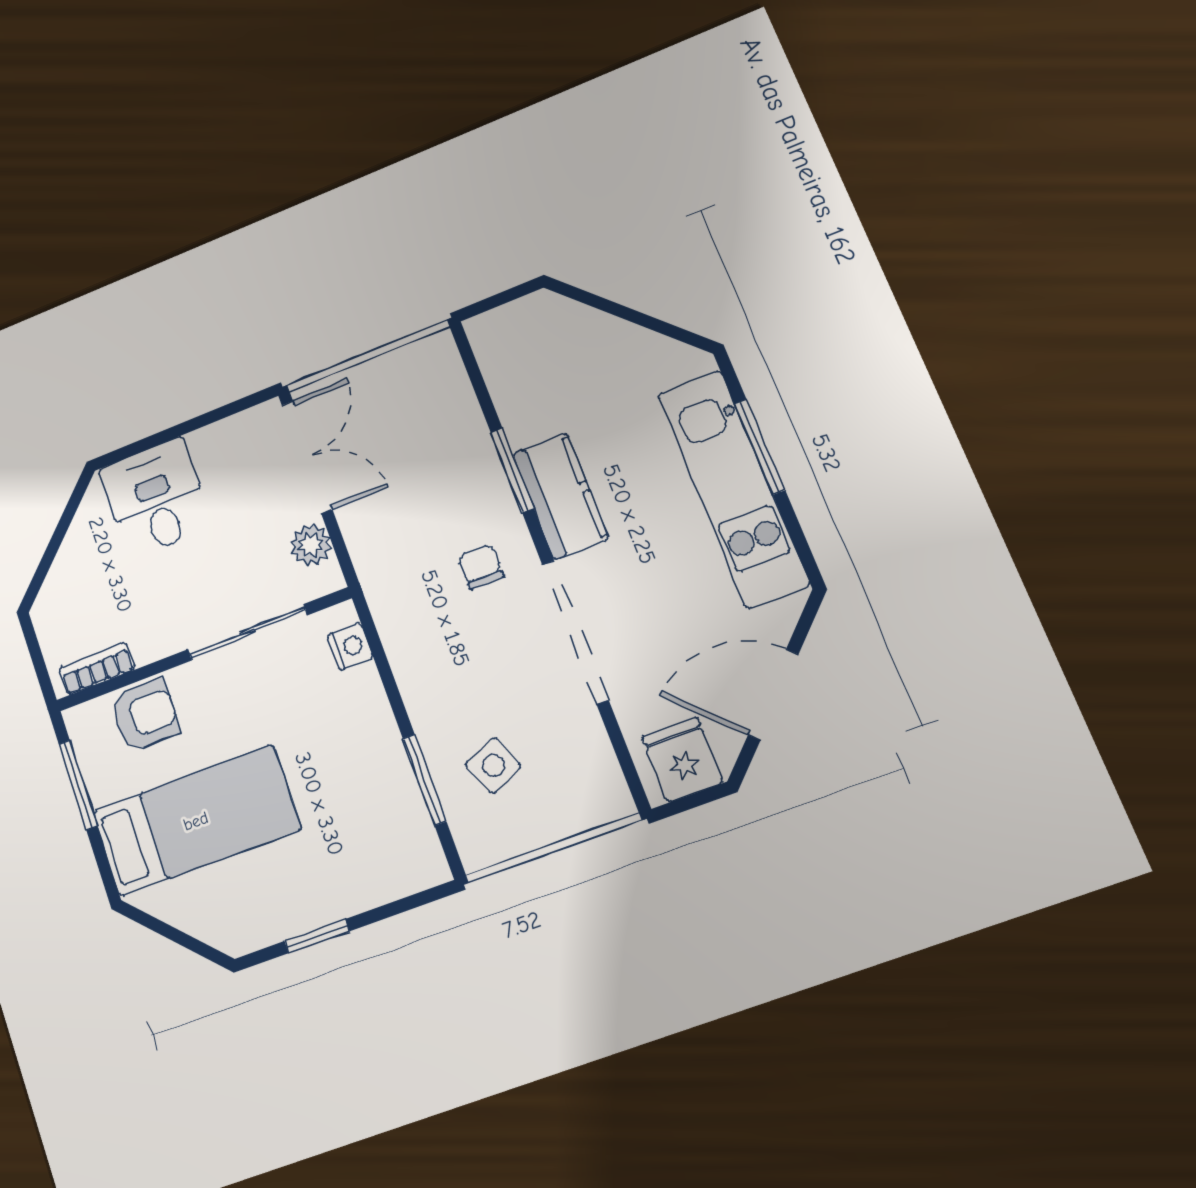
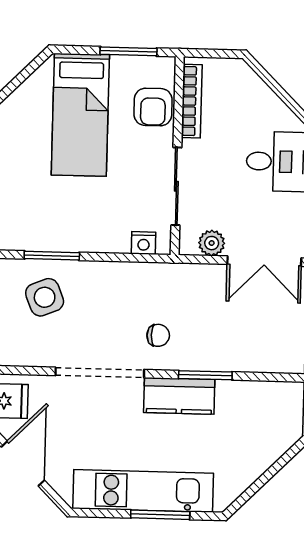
bookcase: (97, 669) -> (192, 101), width x1.56
side table: (493, 765) -> (45, 297), width x1.37, depth x1.37

